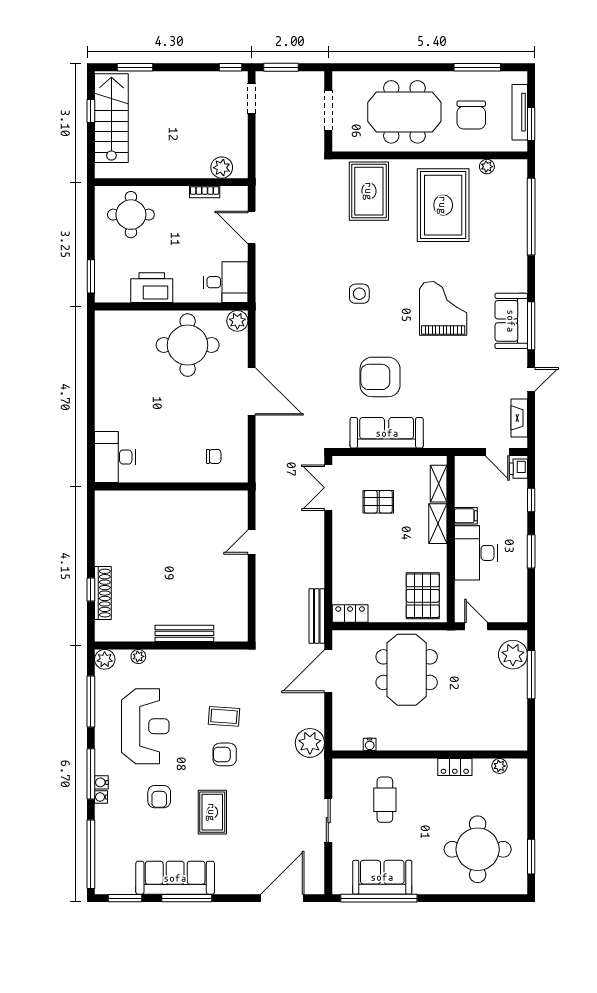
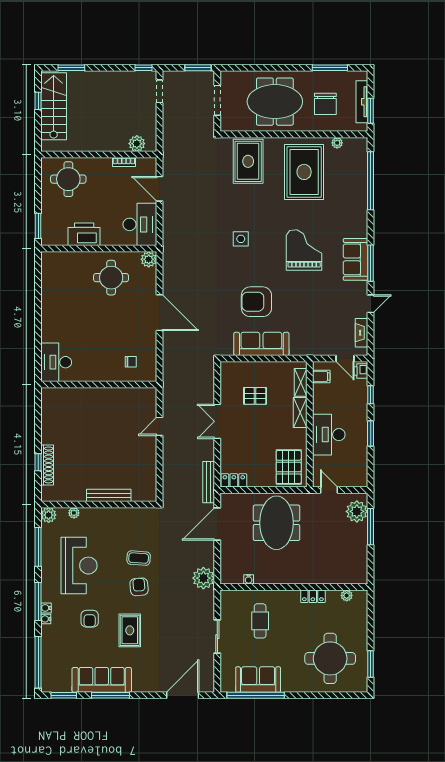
window: (281, 67) -> (198, 68), moved
desk: (226, 282) -> (140, 224), width x1.37
round table: (188, 345) -> (111, 278), width x0.73, depth x0.73
double door: (328, 488) -> (217, 421), moved
filing cabinet: (466, 516) -> (321, 376), moved
armchair: (225, 754) -> (139, 587), turned 85

